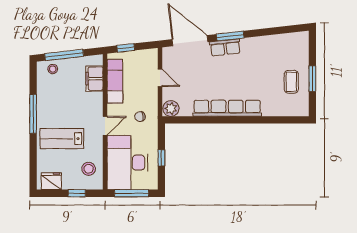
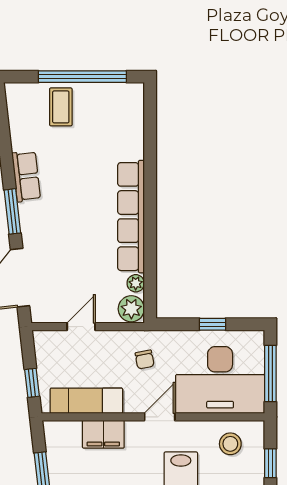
row of seats: (225, 47) -> (26, 176), moved
filing cabinet: (94, 79) -> (103, 434), moved
window: (312, 79) -> (82, 77), width x2.11
coffee table: (291, 82) -> (61, 107), moved, turned 90
plant: (186, 111) -> (136, 283), added
door: (105, 126) -> (160, 417), hinge flipped

